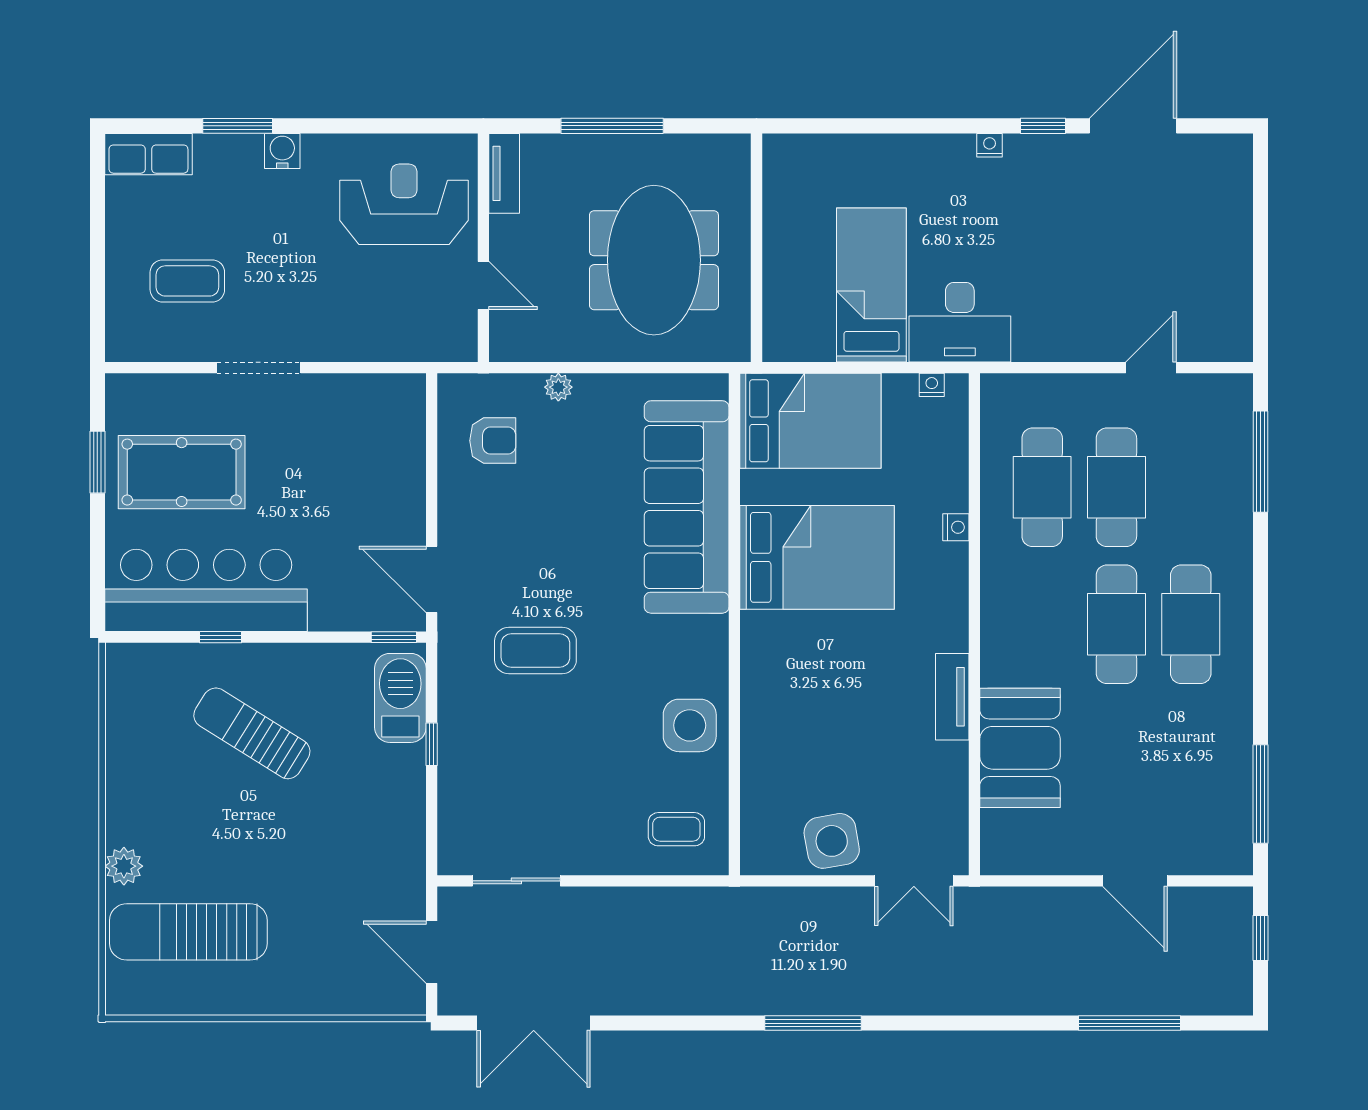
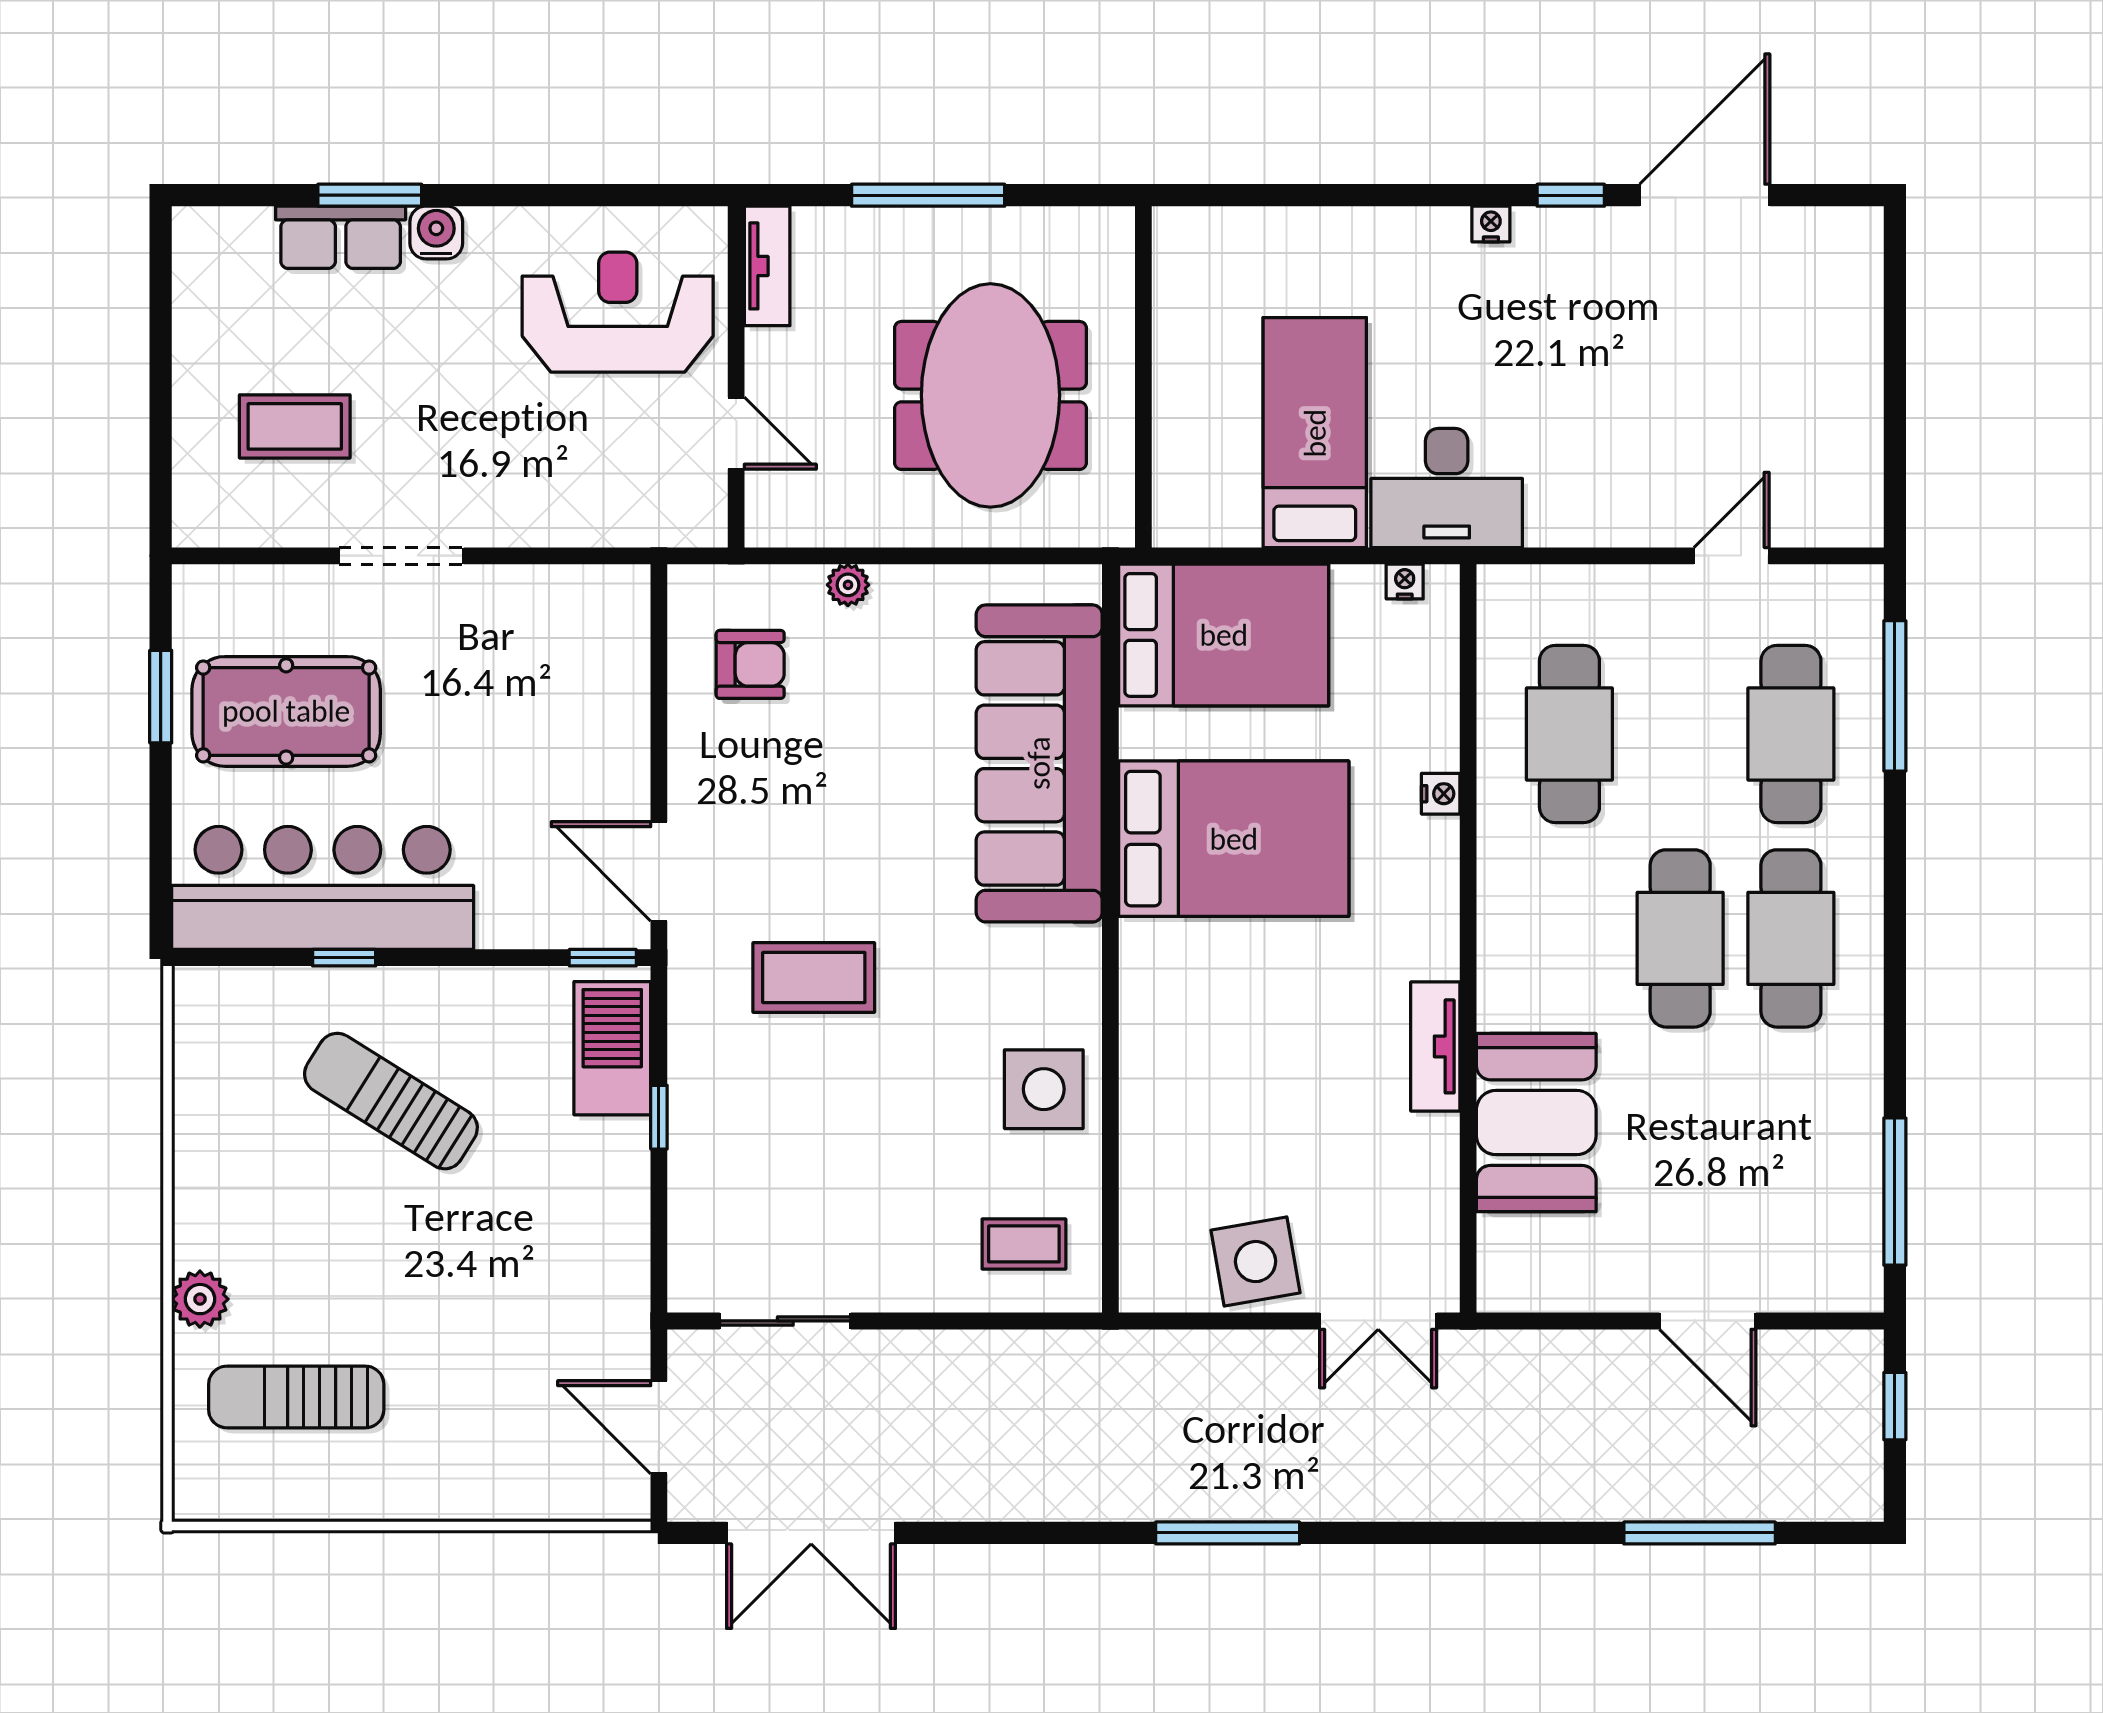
row of seats: (148, 154) -> (341, 237), moved
cafe table: (1116, 487) -> (1791, 734), moved
sun lounger: (188, 932) -> (296, 1397), width x0.73, depth x0.75

